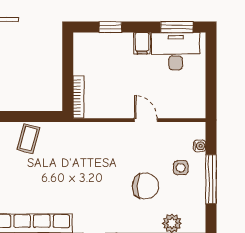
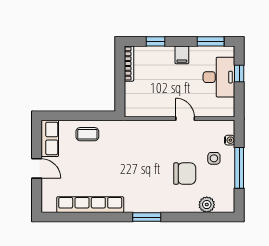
desk: (176, 51) -> (219, 77), moved, turned 90
window: (211, 66) -> (239, 73), added
bookcase: (79, 97) -> (129, 64), moved
coffee table: (28, 139) -> (87, 134), turned 75

